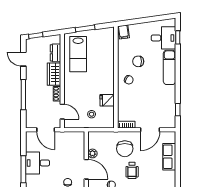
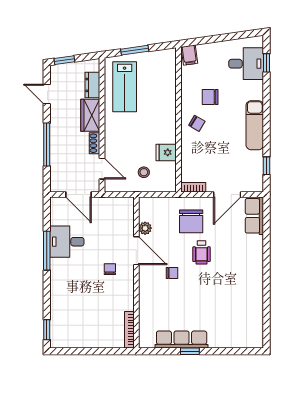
exam couch: (169, 67) -> (255, 125), moved
row of seats: (169, 157) -> (254, 216), moved

